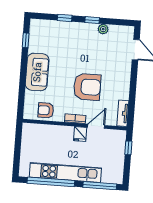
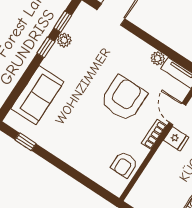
window: (65, 18) -> (63, 22), moved
sofa: (37, 72) -> (37, 95), moved, turned 90
plant: (124, 94) -> (158, 58), added

